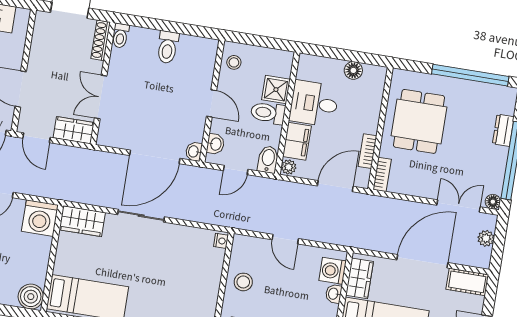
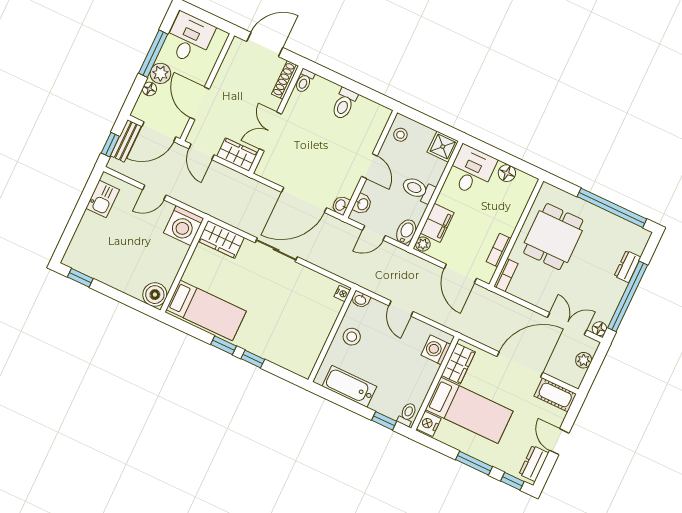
shower: (276, 90) -> (443, 147), moved
desk: (314, 104) -> (471, 171), moved, turned 90
door: (335, 186) -> (460, 274), swing flipped
washbasin: (334, 294) -> (360, 300), moved, turned -90

